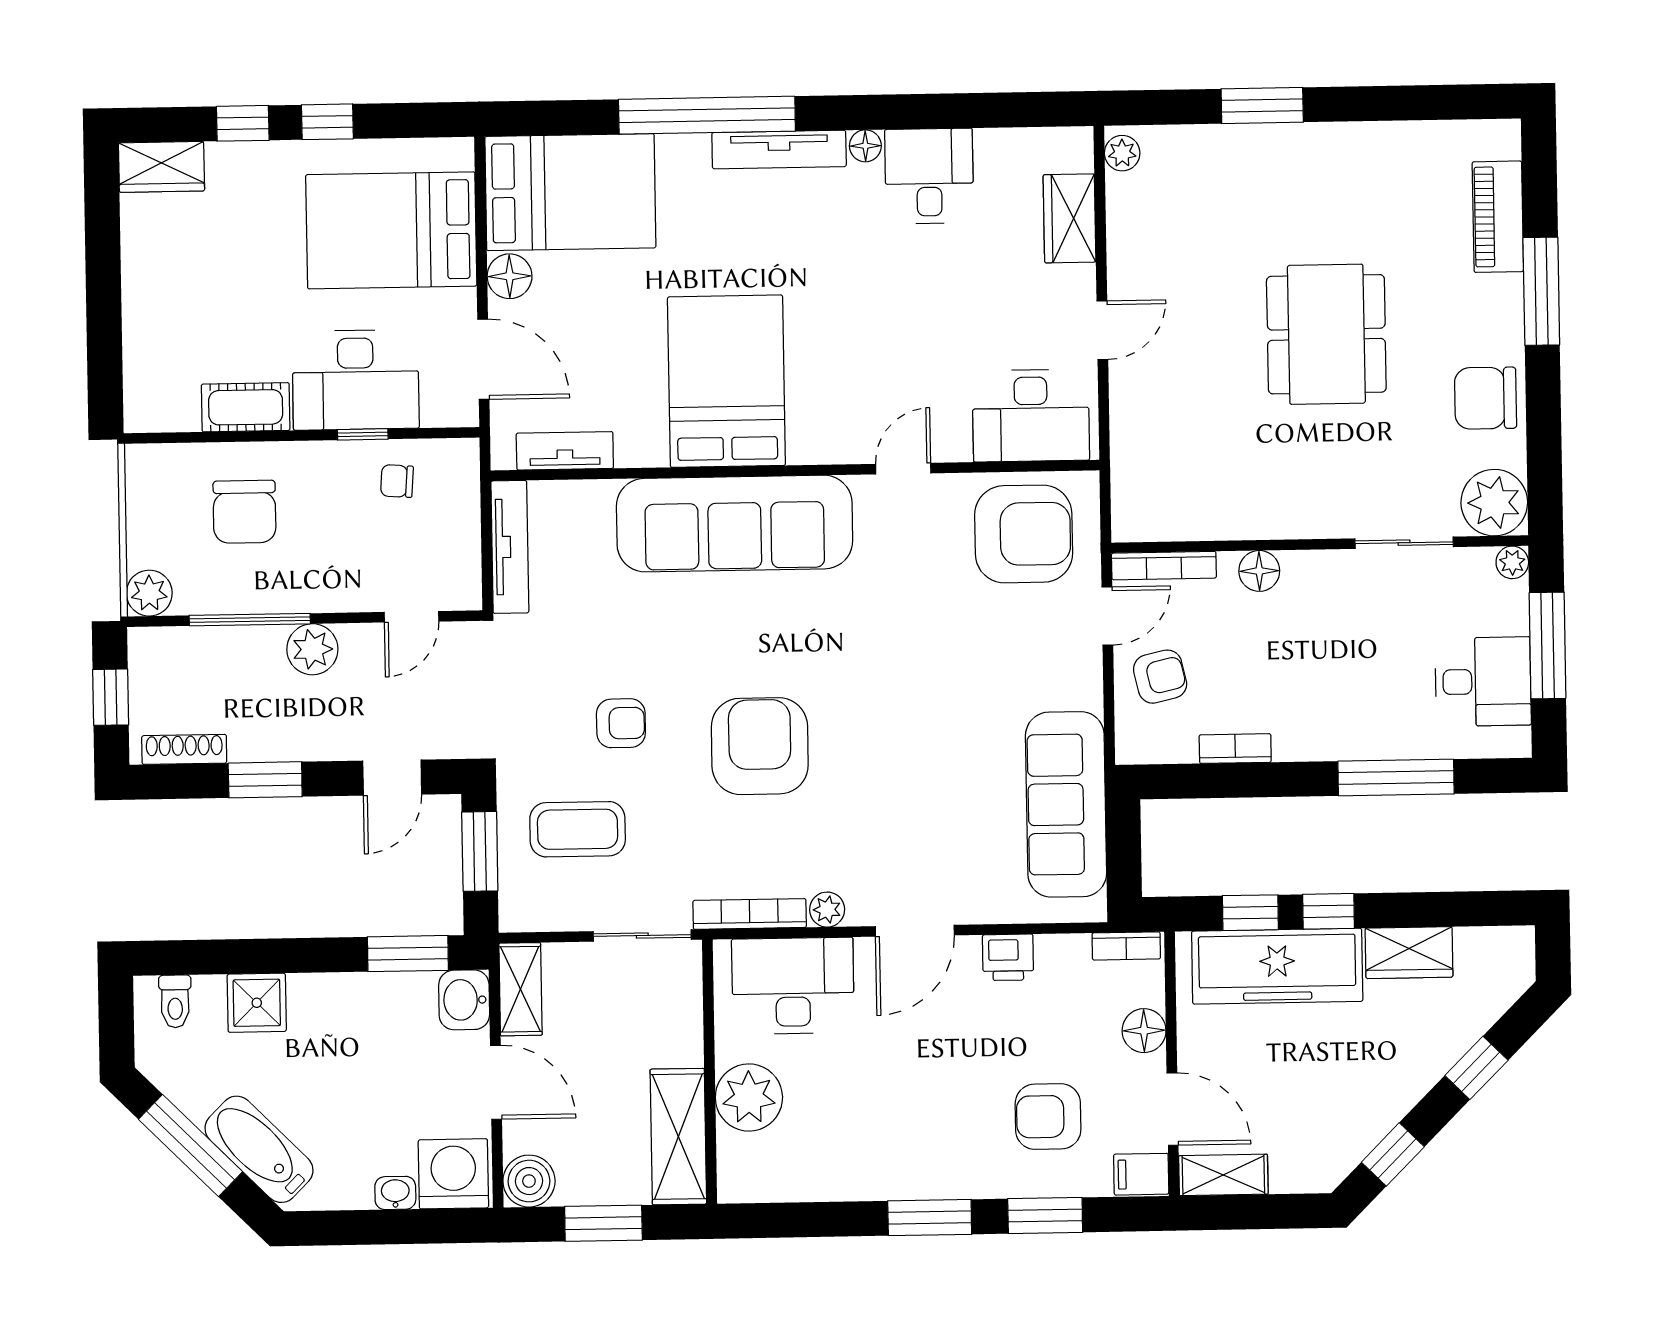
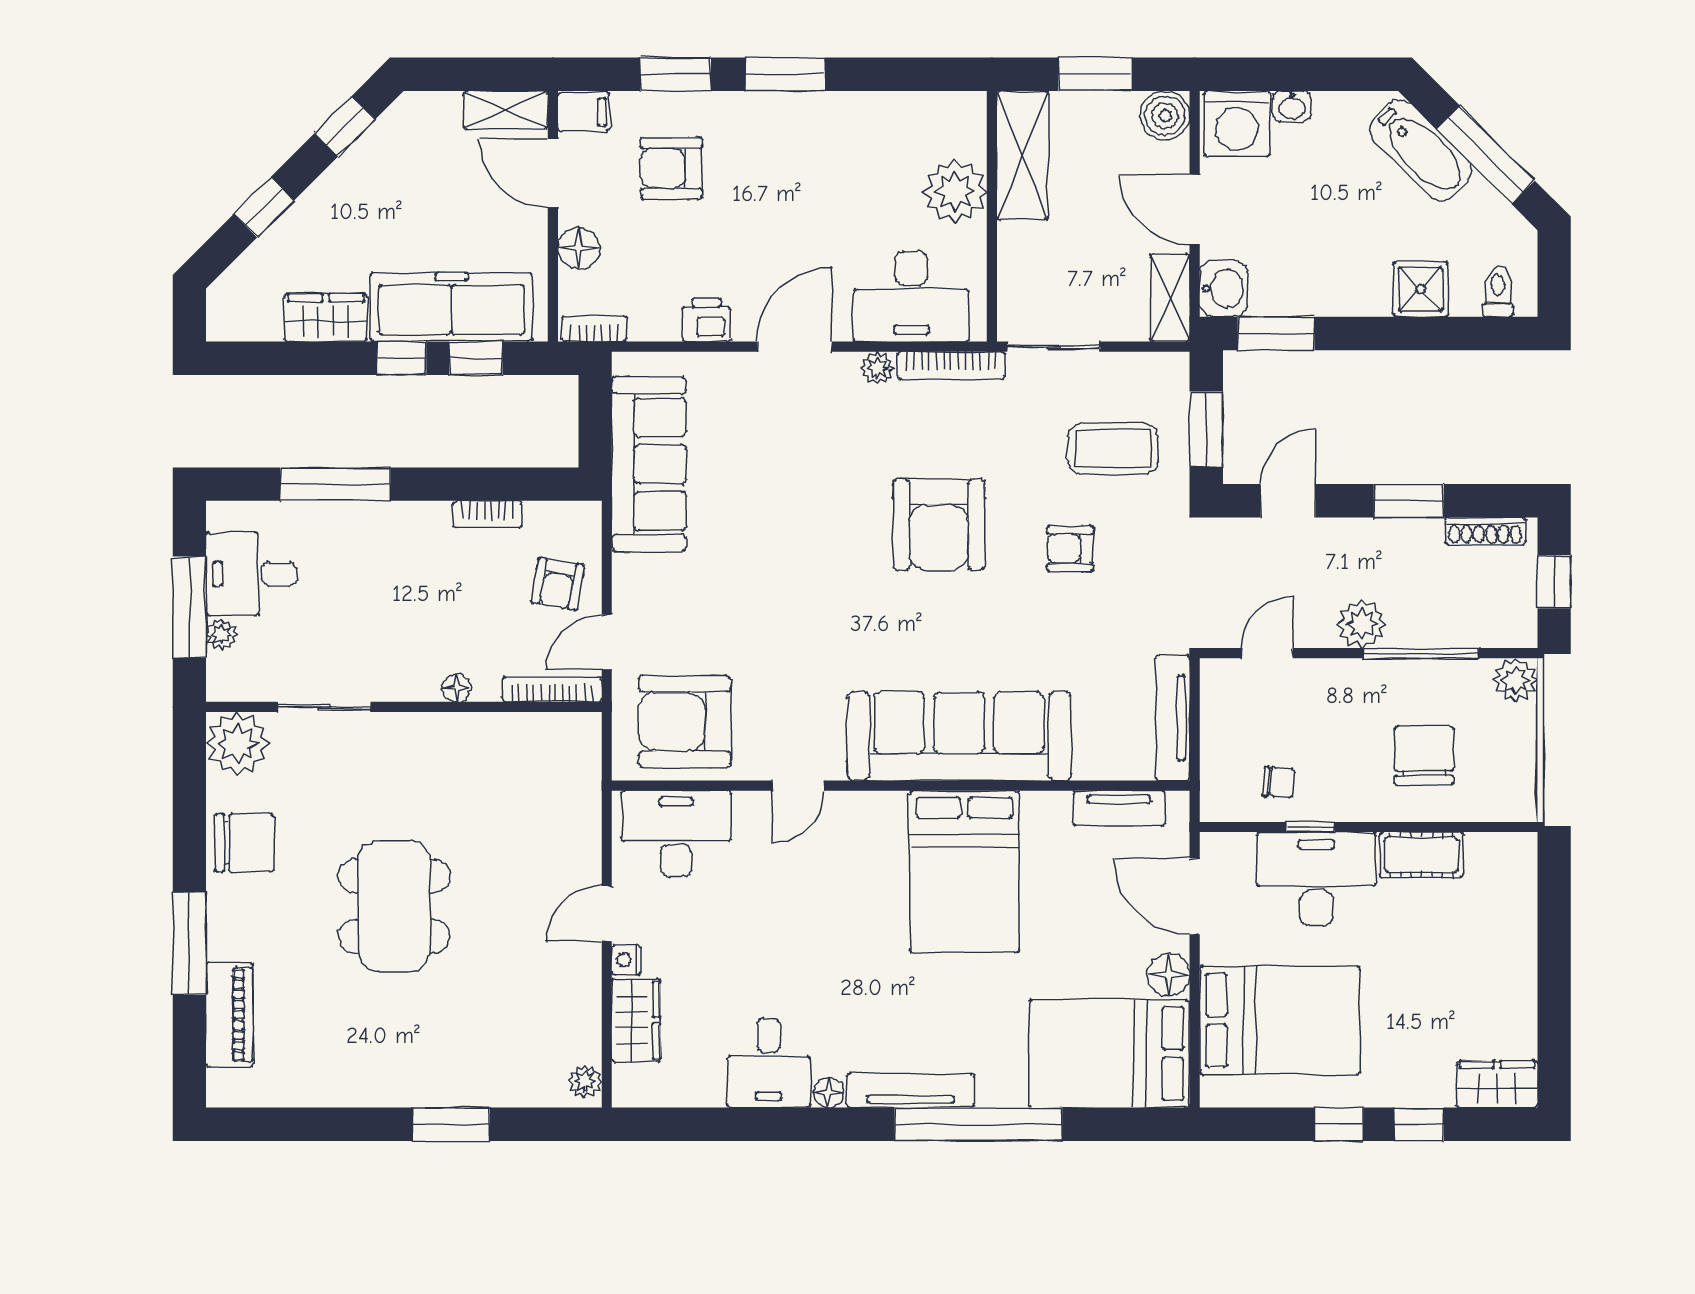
nightstand: (1081, 282) -> (626, 960), added
plant: (1512, 562) -> (221, 635), moved
floor lamp: (1259, 571) -> (457, 688), width x0.73, depth x0.73
armchair: (1160, 677) -> (558, 584), turned -67
armchair: (1048, 1117) -> (671, 168), turned 180

